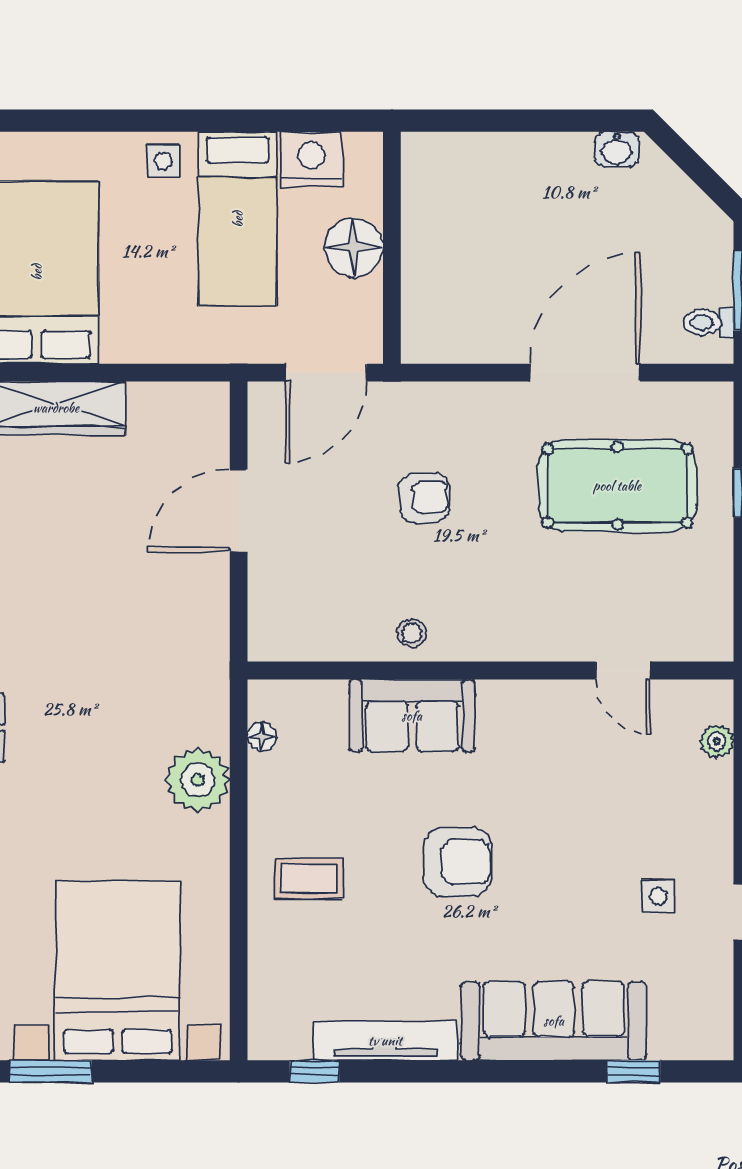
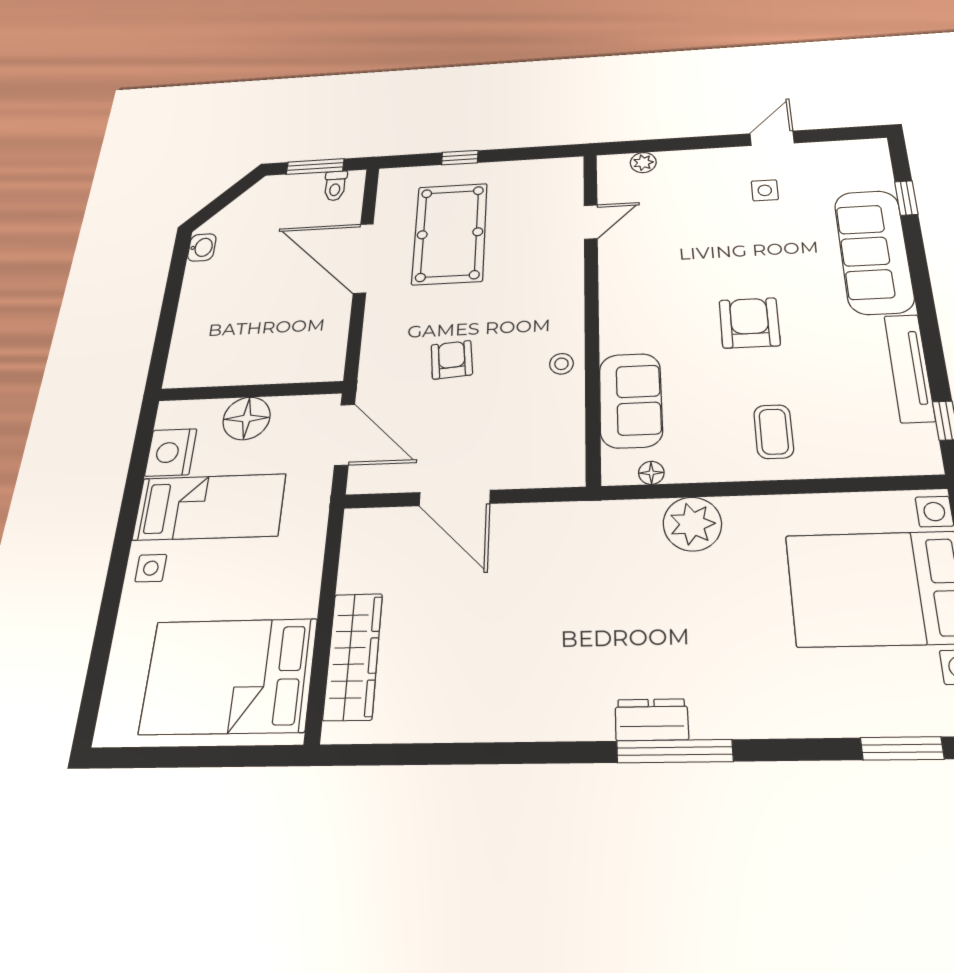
sofa: (412, 716) -> (631, 400), moved

